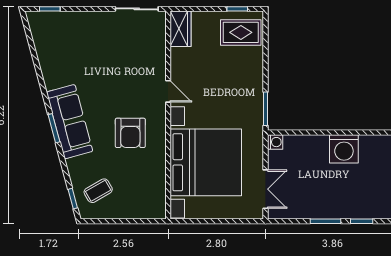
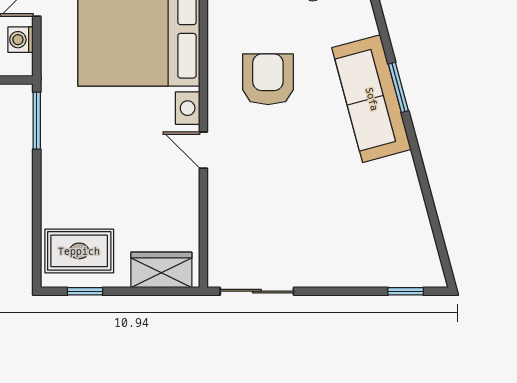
wardrobe: (181, 29) -> (161, 270), moved, turned 90
washing machine: (275, 142) -> (20, 40), moved

